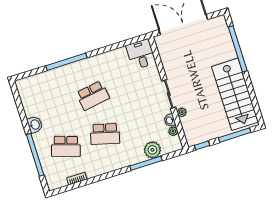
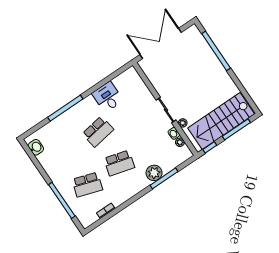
desk: (141, 54) -> (108, 97), moved
stairs: (235, 94) -> (221, 121), moved, turned 90
washbasin: (35, 125) -> (36, 147), moved
plant: (152, 150) -> (154, 173), moved

